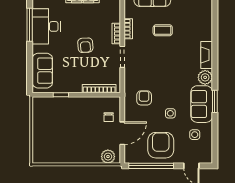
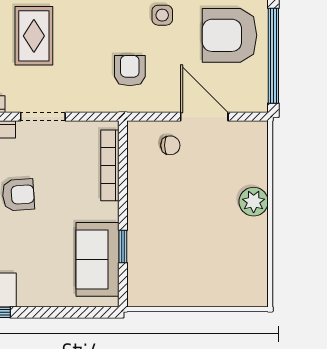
rug: (161, 53) -> (34, 36), added
sofa: (42, 71) -> (98, 259), moved, turned -90
armchair: (144, 98) -> (130, 71), turned 90
plant: (108, 157) -> (254, 202), moved

